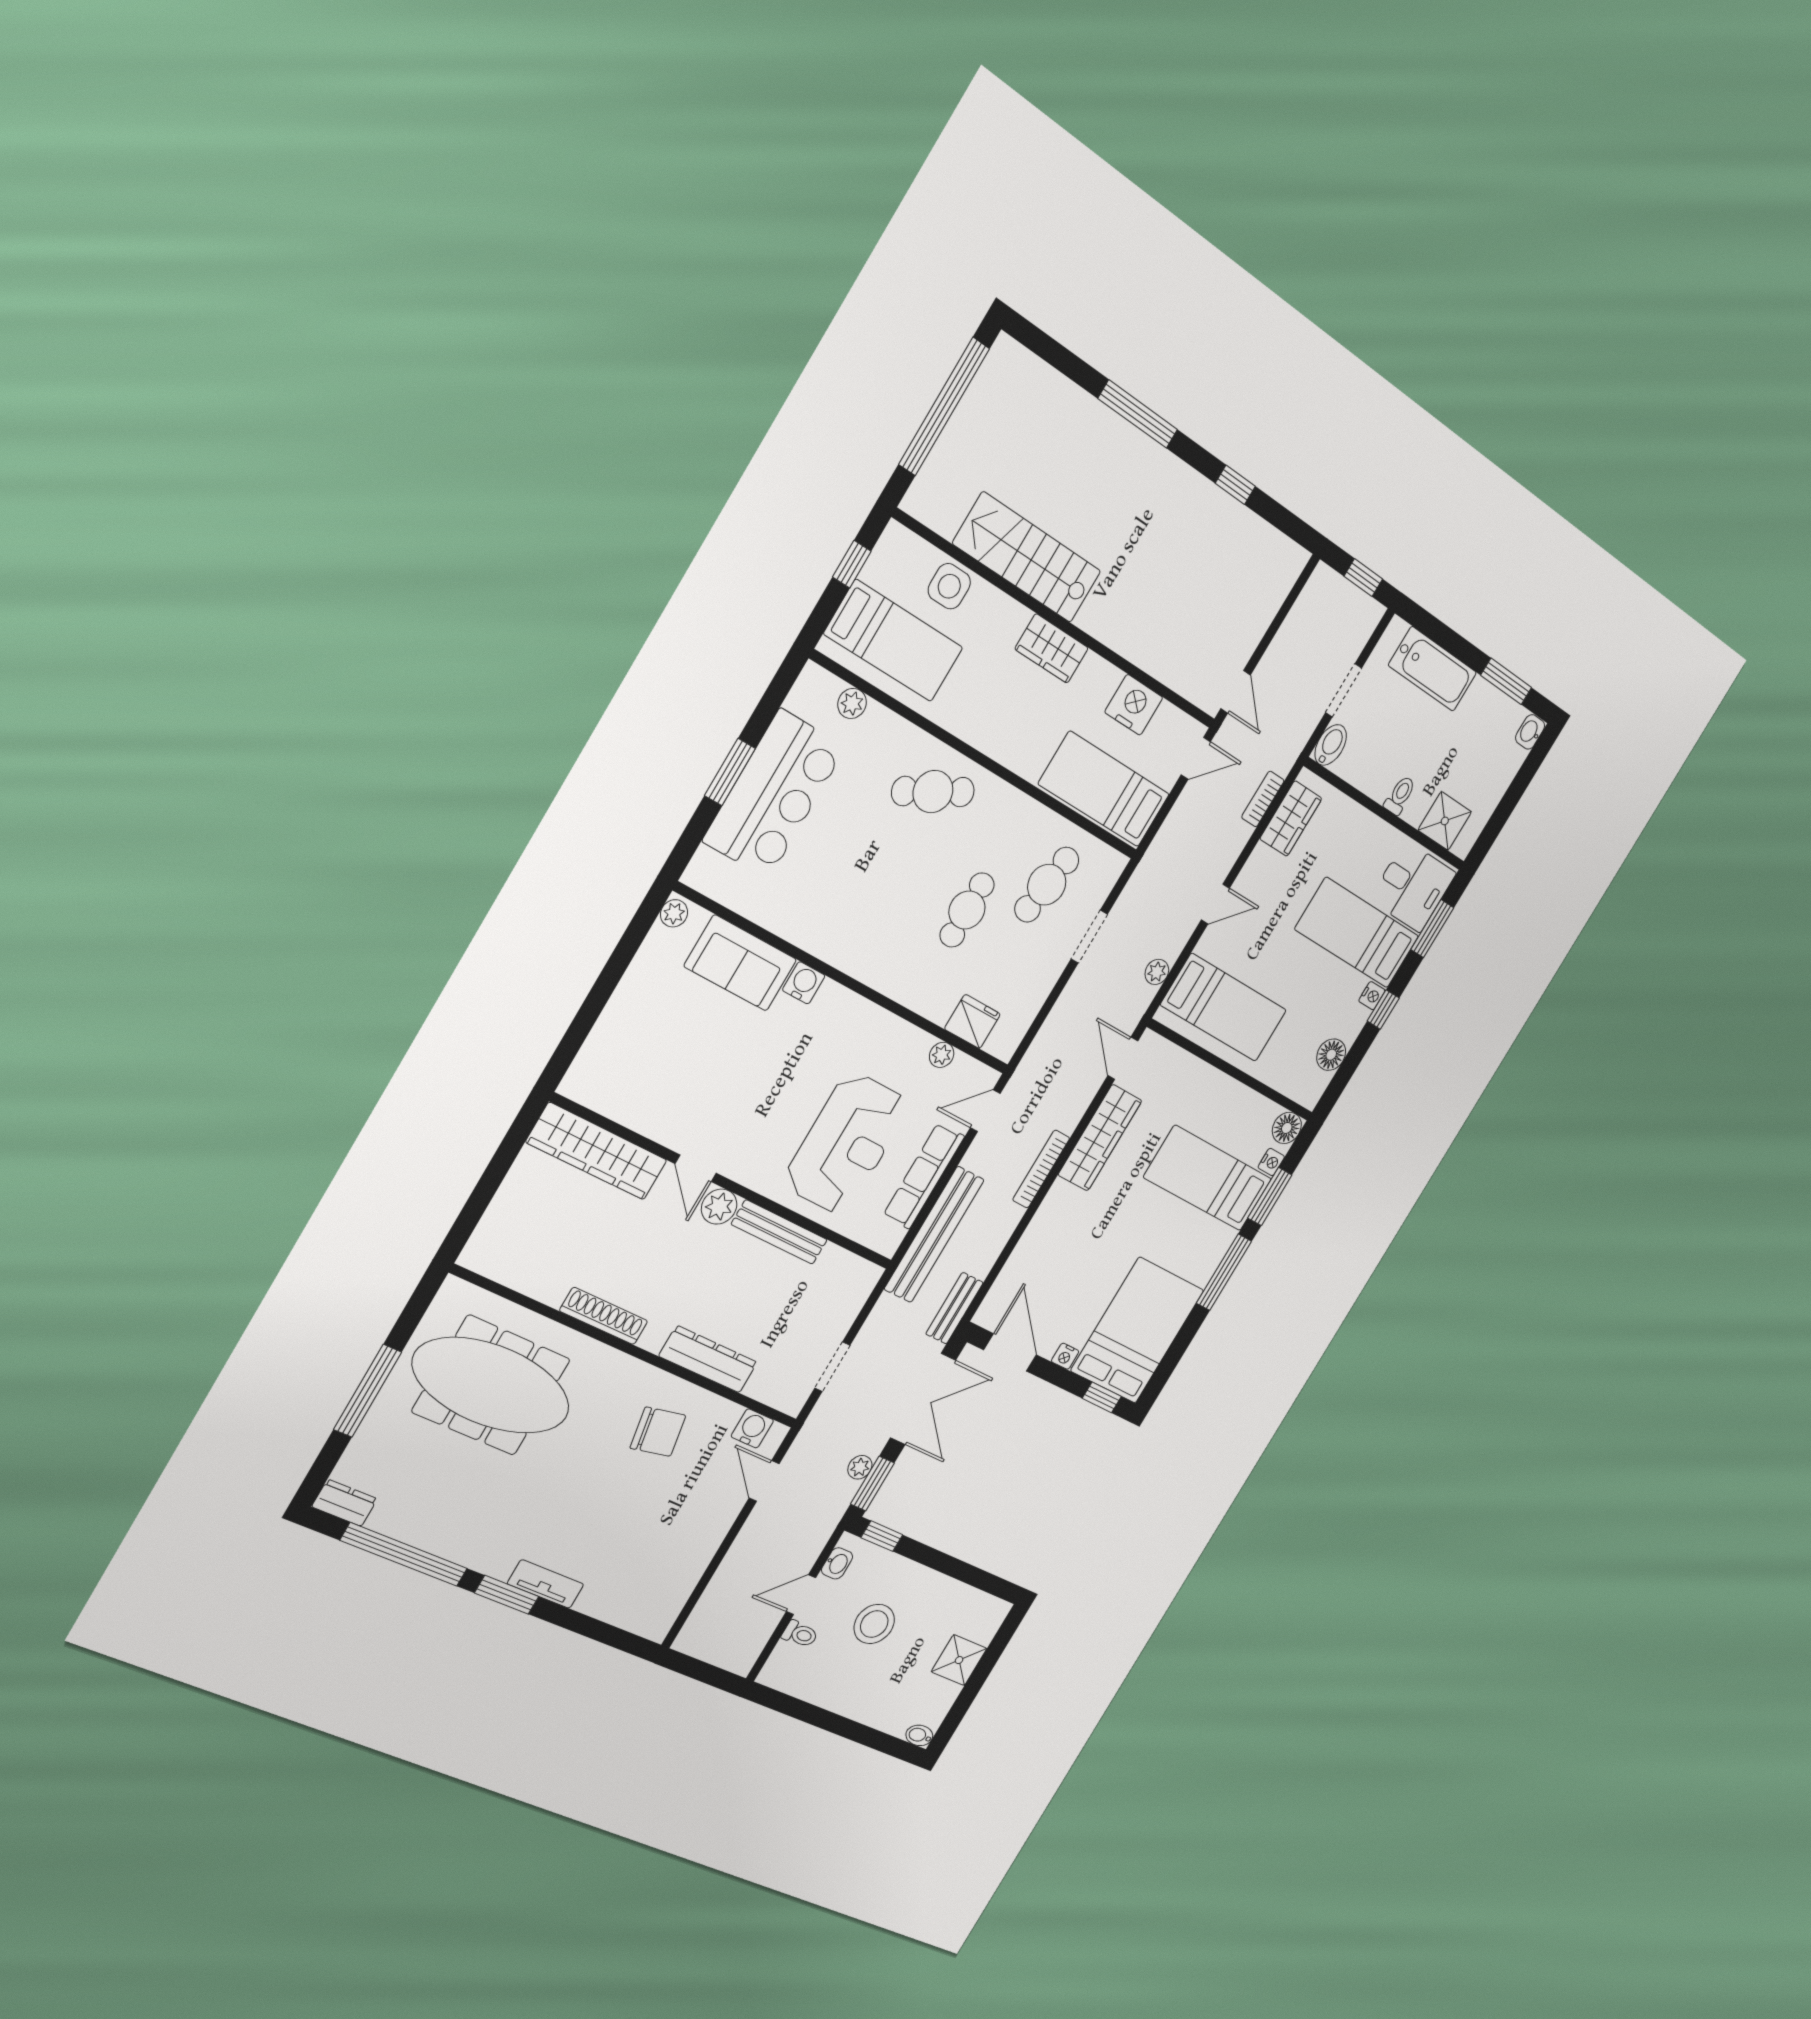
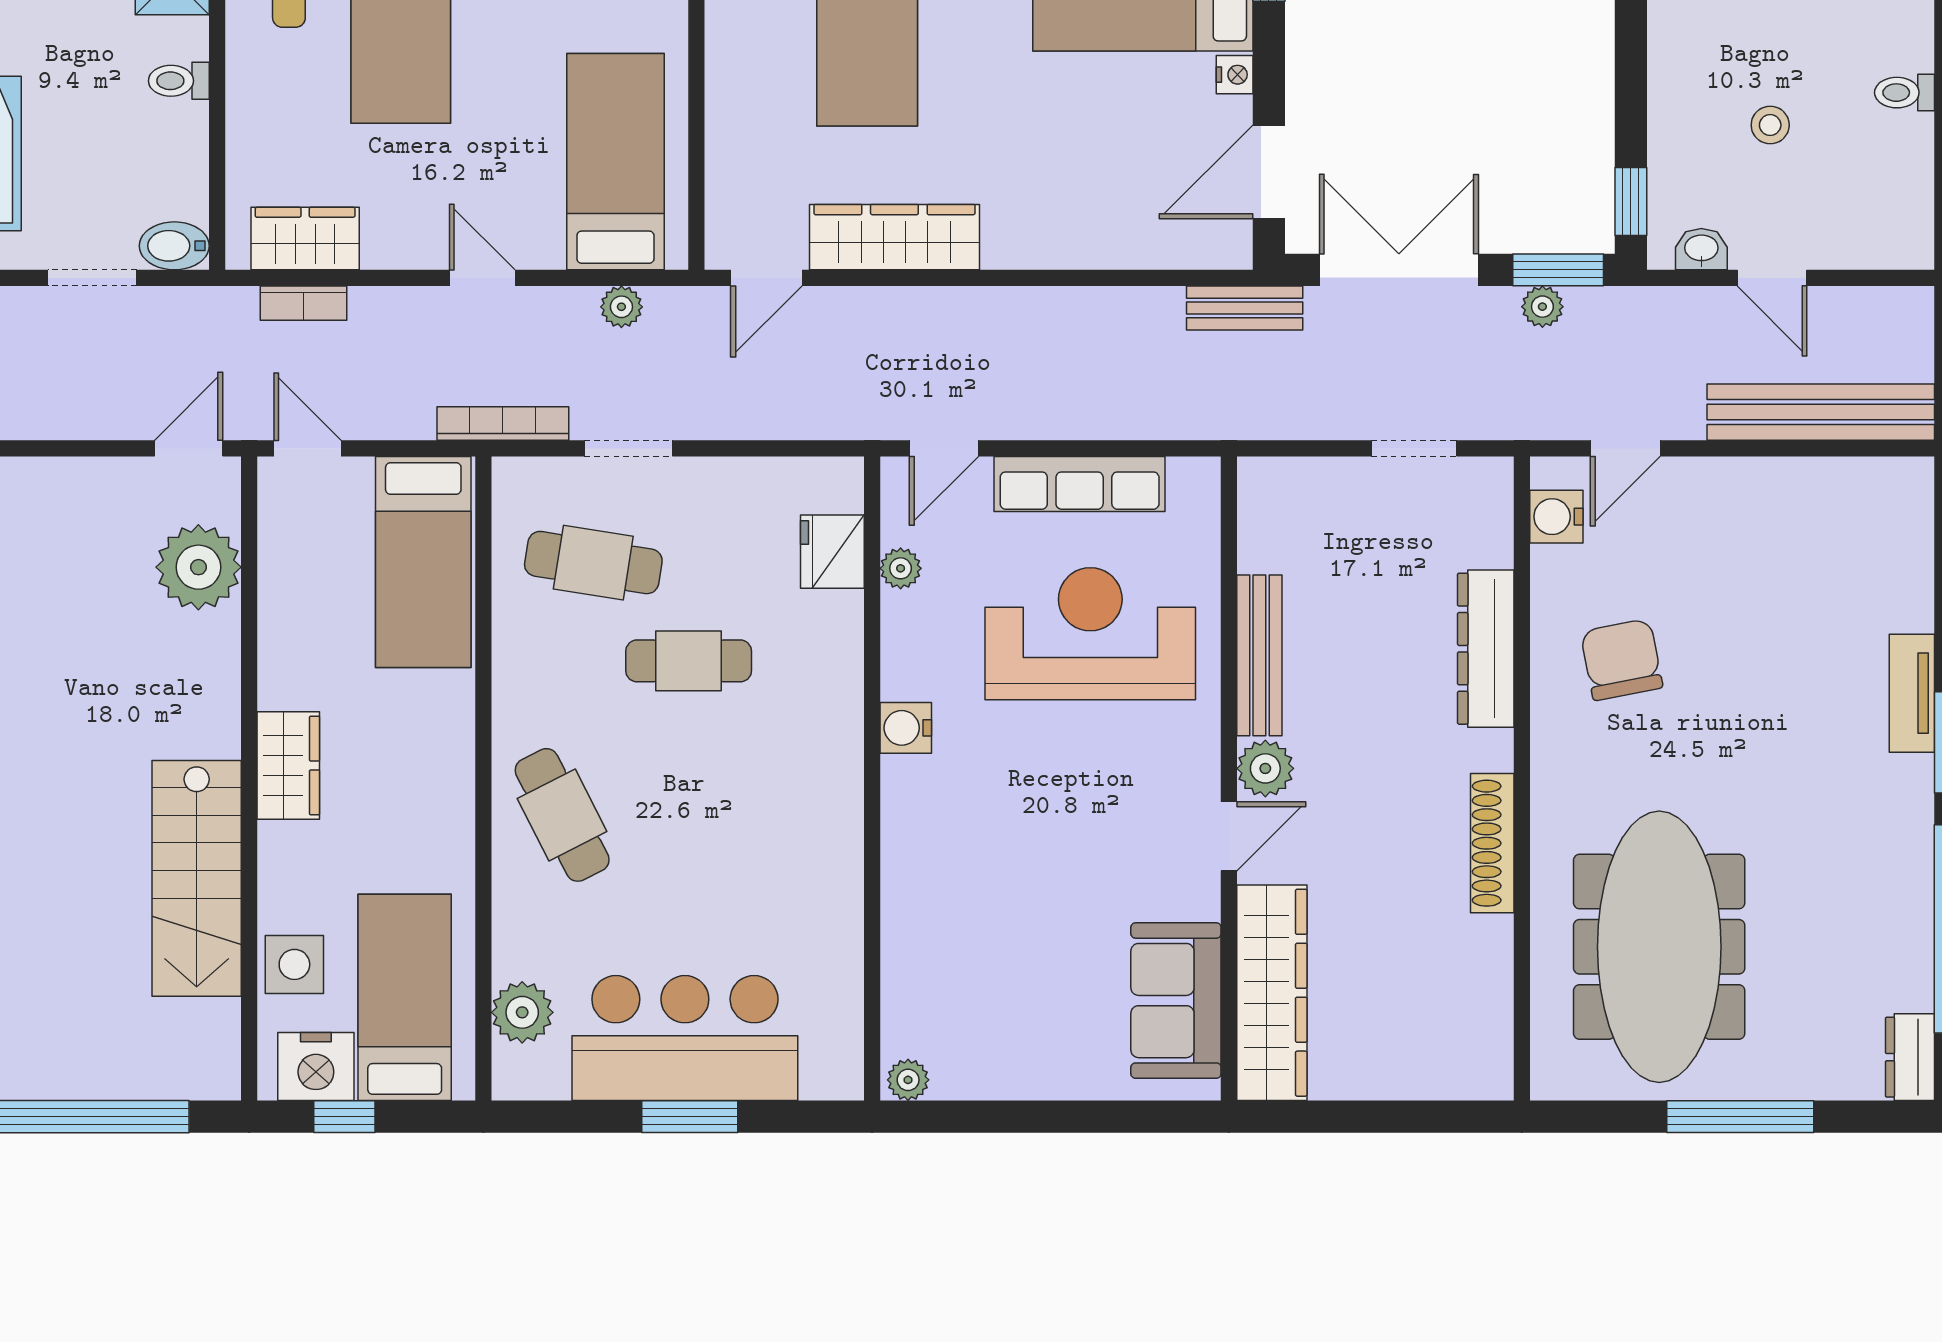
plant: (1177, 660) -> (198, 567), added
plant: (852, 703) -> (522, 1012), width x1.38, depth x1.38
nightstand: (1134, 705) -> (316, 1066), moved, turned -90
sofa: (740, 963) -> (1176, 1001), moved, turned 180
water cooler: (804, 983) -> (906, 728), moved
door: (985, 1111) -> (944, 448), hinge flipped
bookcase: (1041, 1169) -> (503, 423), moved, turned 180
bench: (934, 1235) -> (1821, 412), moved
stool: (874, 1624) -> (1770, 125), width x0.53, depth x0.53
toilet: (800, 1634) -> (1905, 93), moved, turned -90

